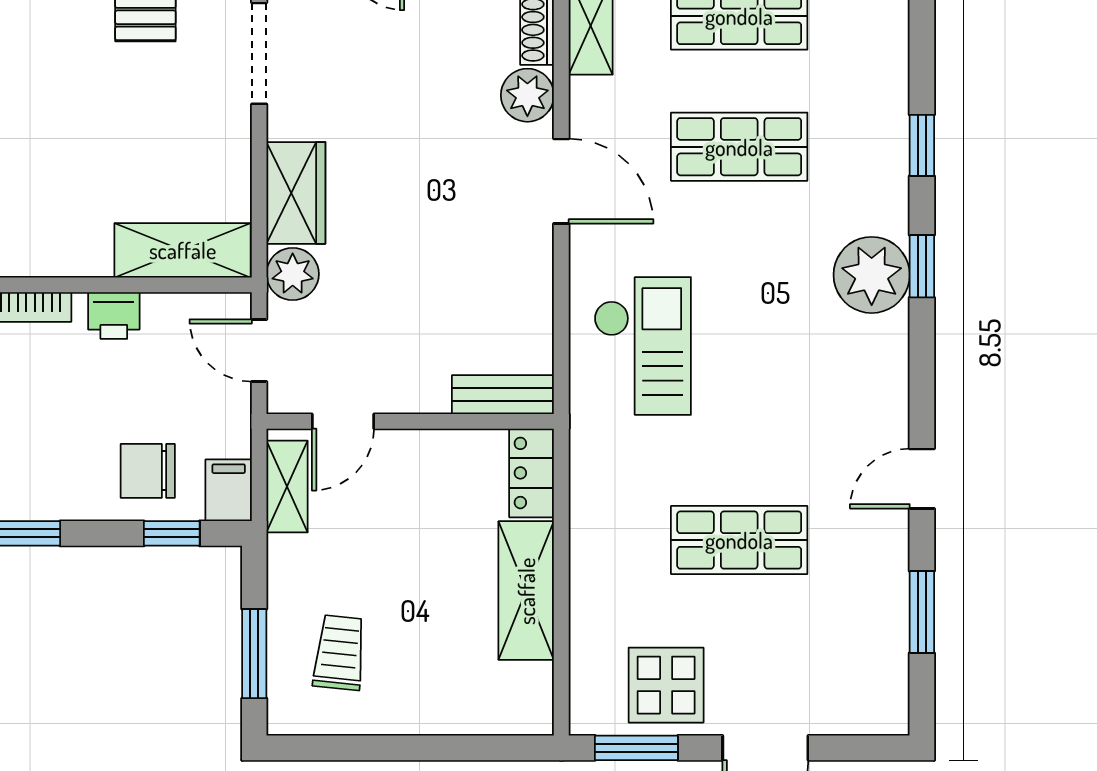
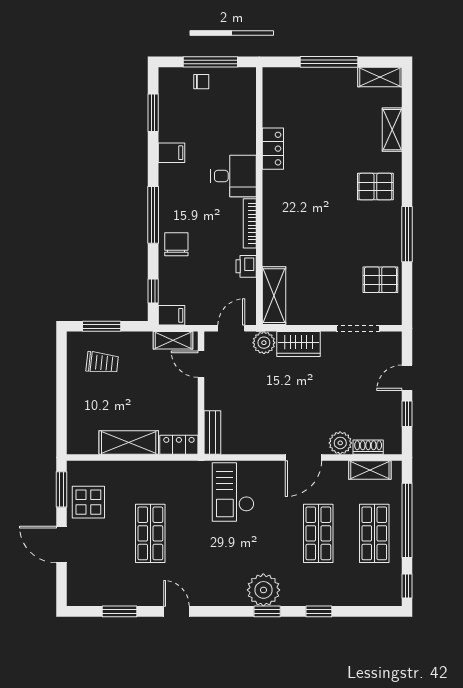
checkout: (642, 346) -> (233, 492), turned 90
chair: (148, 471) -> (176, 244), moved

